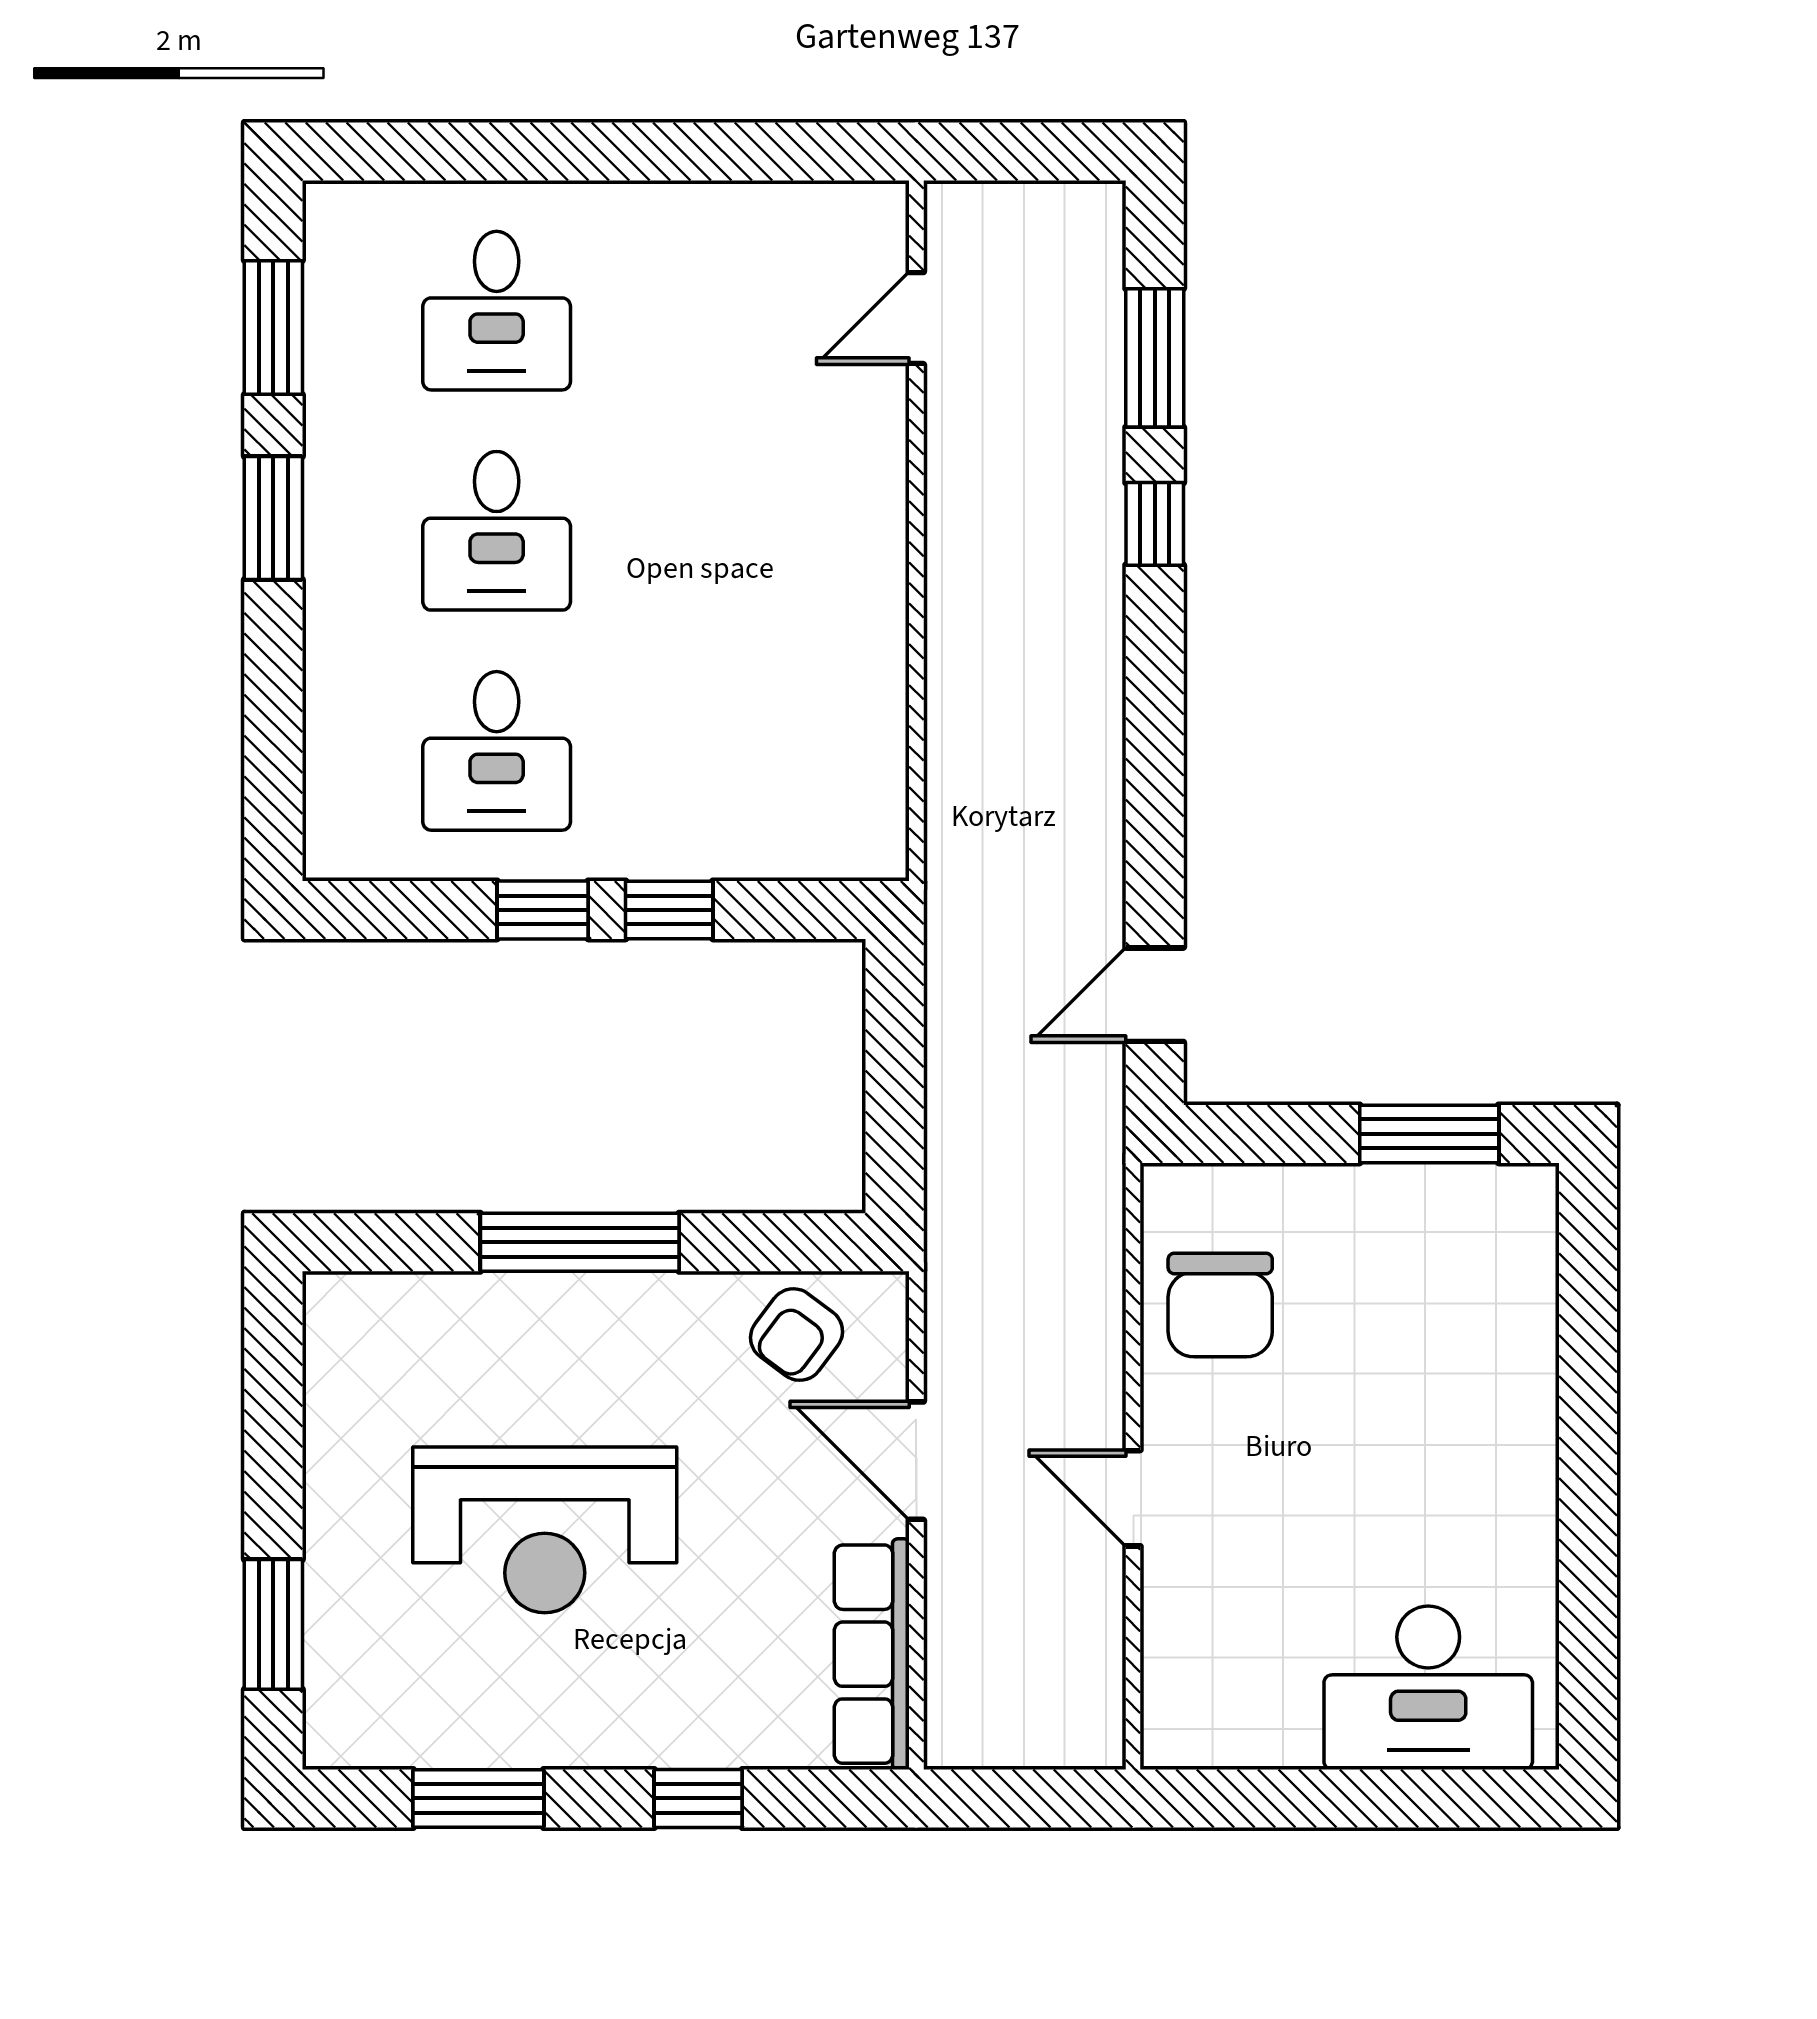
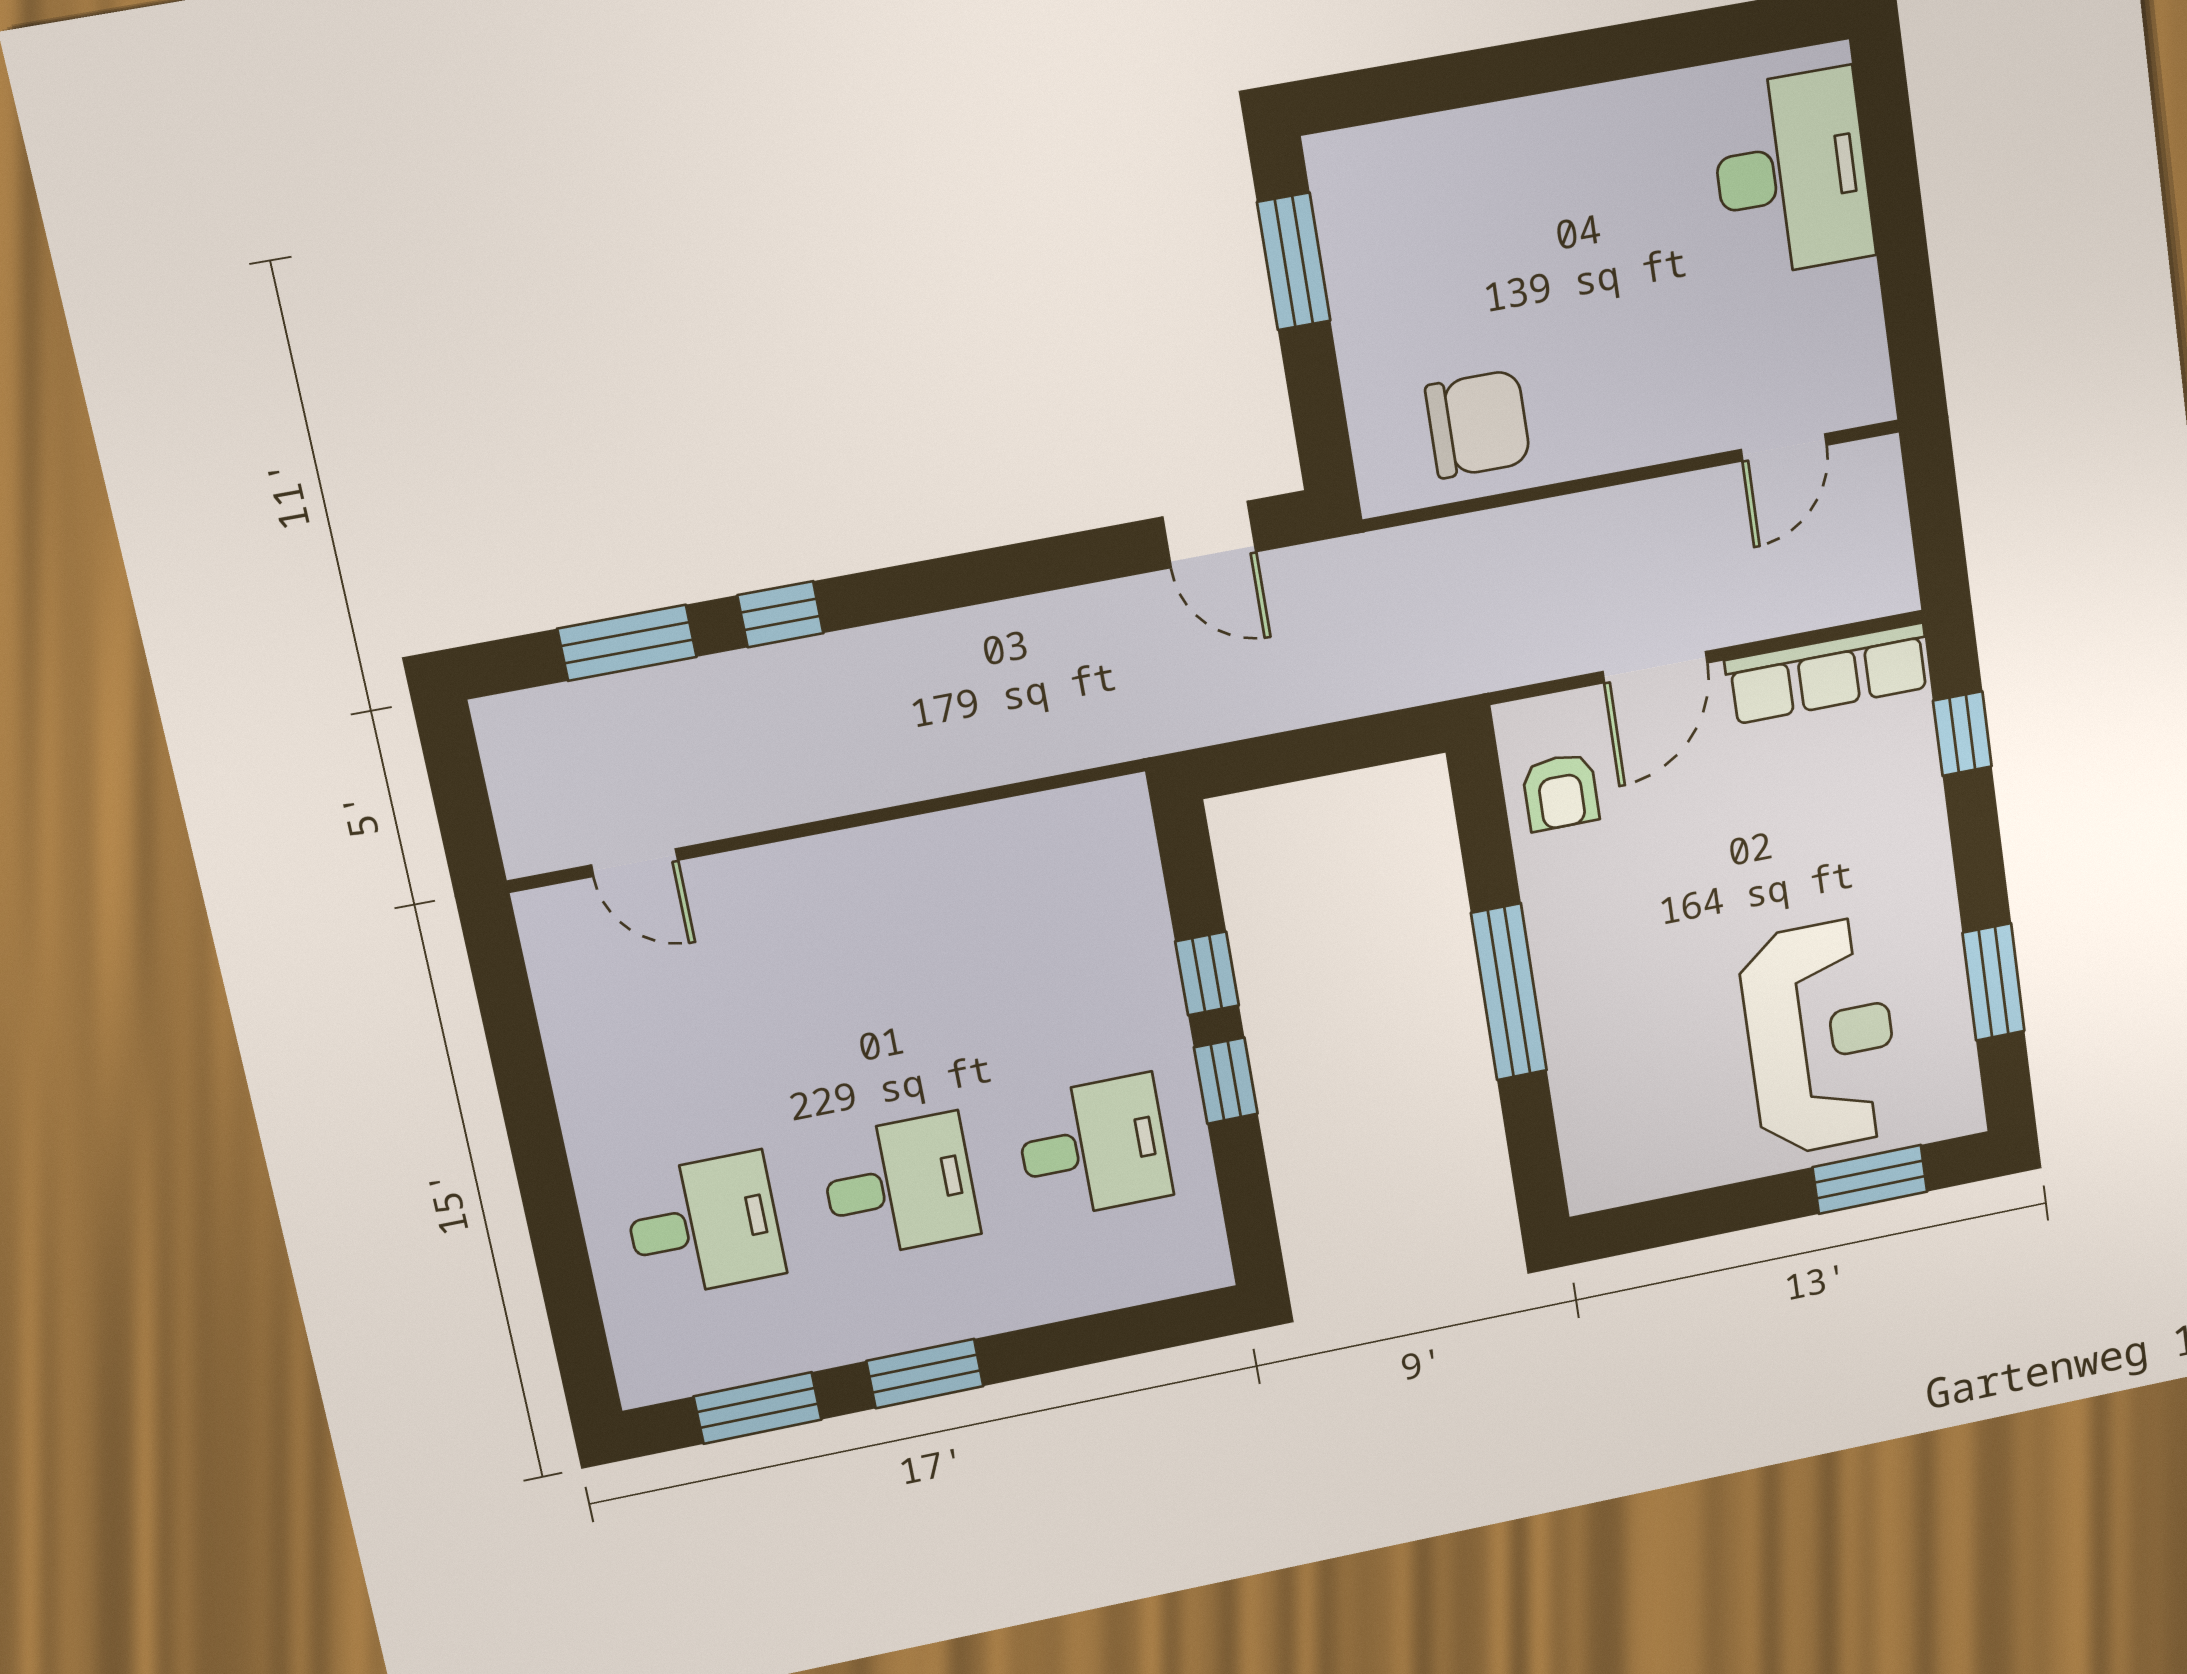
armchair: (797, 1335) -> (1561, 792), turned 53
door: (1133, 1498) -> (1784, 447), moved
reception desk: (545, 1530) -> (1820, 1037), moved
window: (698, 1798) -> (1962, 734), moved

